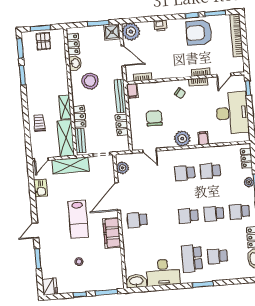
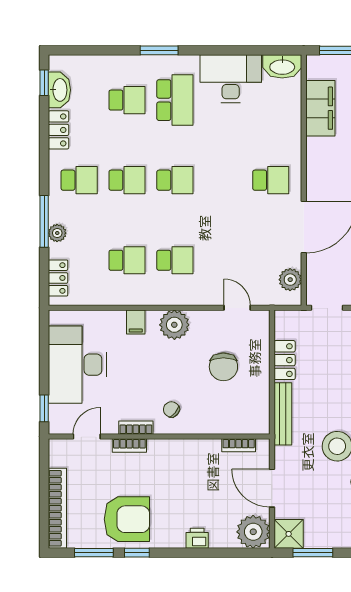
filing cabinet: (132, 91) -> (260, 421), removed
filing cabinet: (112, 233) -> (320, 108), moved

